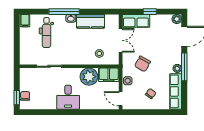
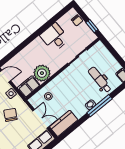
kitchen counter: (91, 21) -> (64, 123), moved
double door: (121, 40) -> (41, 119), swing flipped
desk: (68, 97) -> (55, 37), moved
window: (17, 98) -> (92, 26), moved

